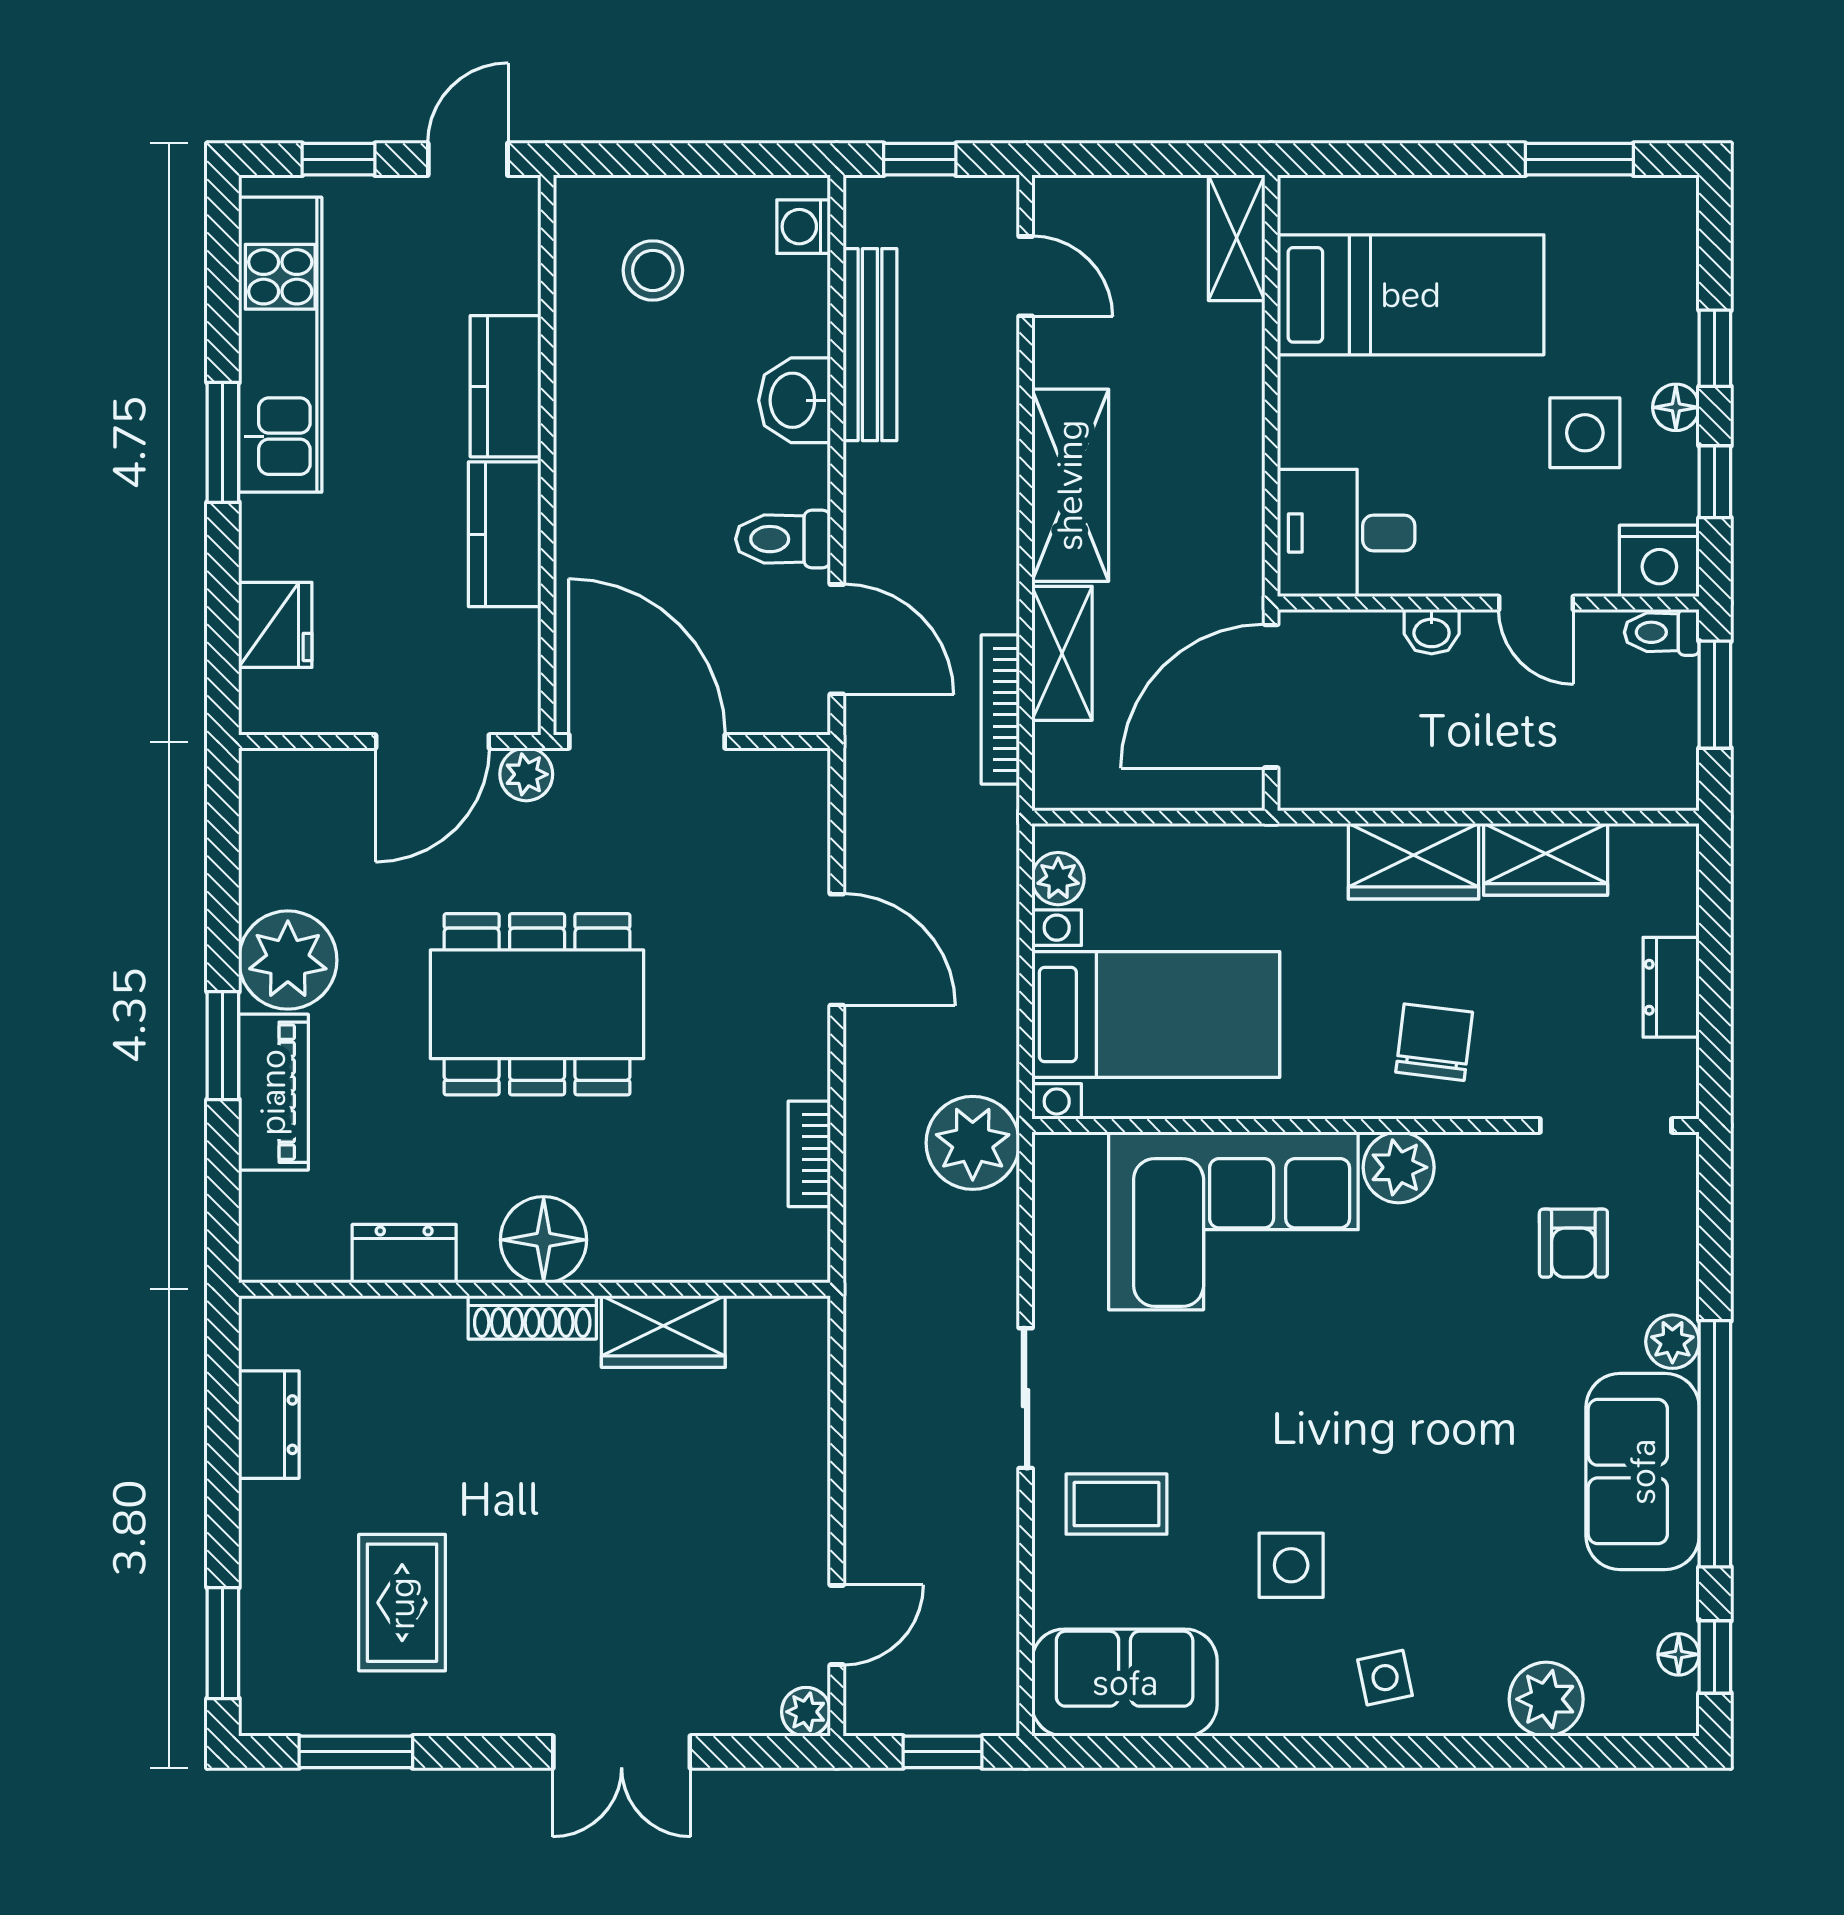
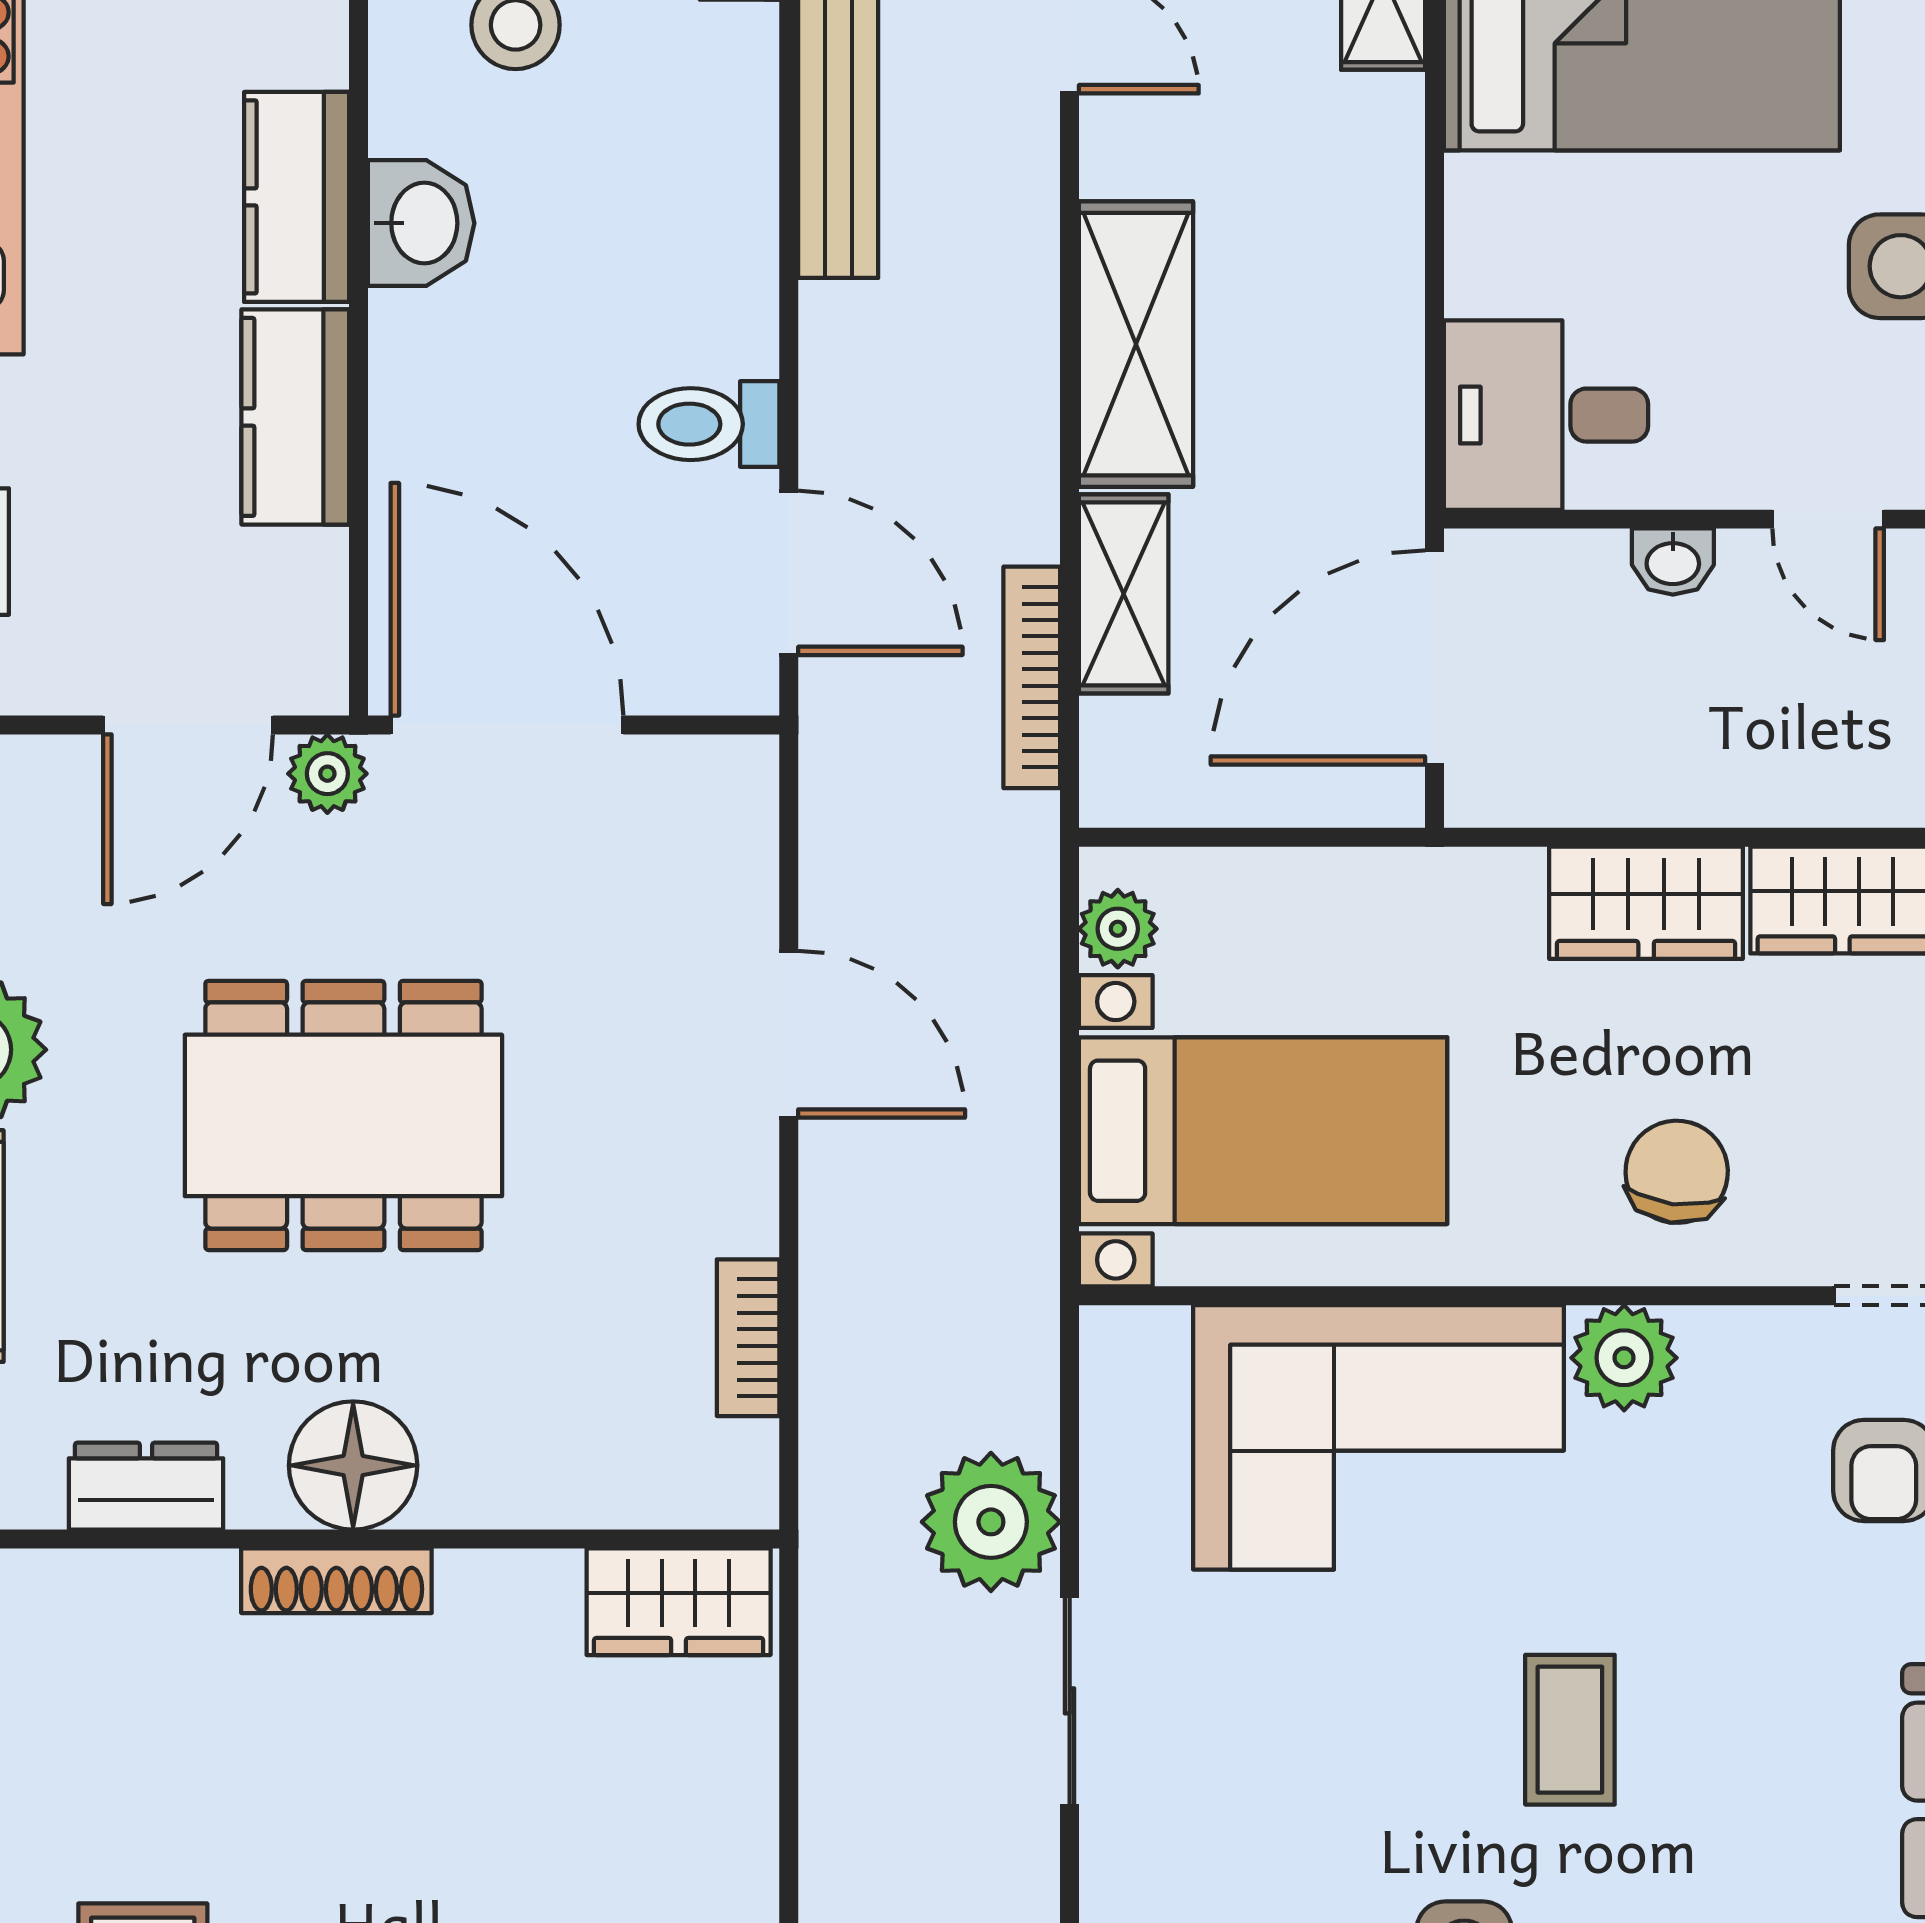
washbasin: (795, 400) -> (421, 223), moved, turned 180
plant: (973, 1143) -> (991, 1522), moved
wardrobe: (663, 1331) -> (679, 1602), moved
coffee table: (1117, 1504) -> (1570, 1730), moved, turned 90

